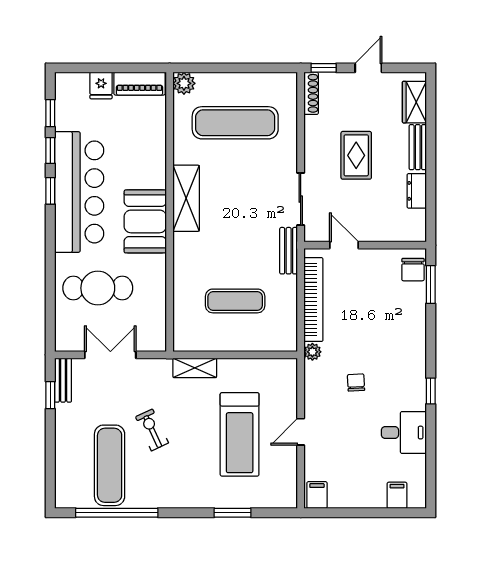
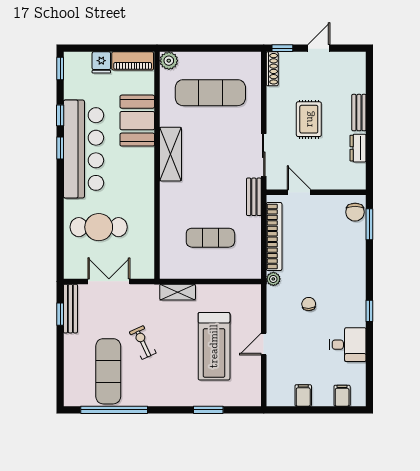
wardrobe: (414, 102) -> (356, 76), removed
window: (50, 113) -> (60, 68), moved
booth: (145, 221) -> (137, 121), moved
bench: (63, 380) -> (70, 309), width x1.36
filing cabinet: (317, 495) -> (303, 395), moved

